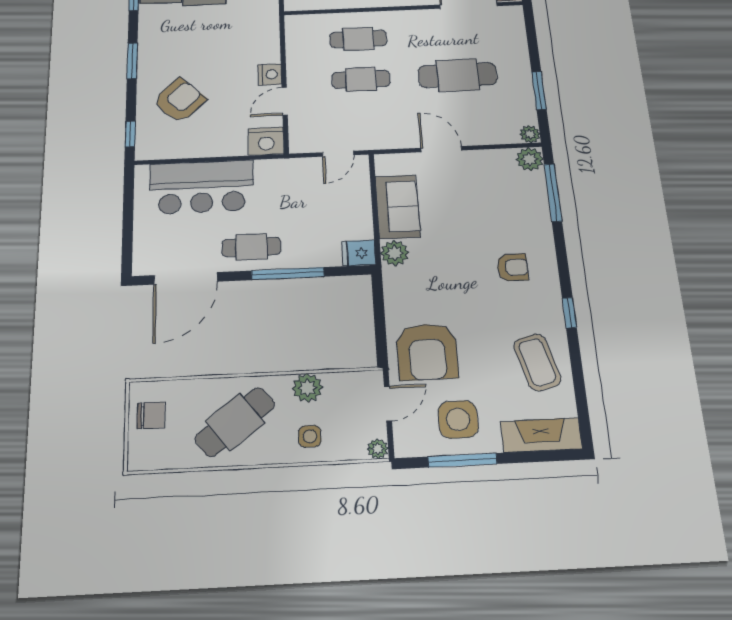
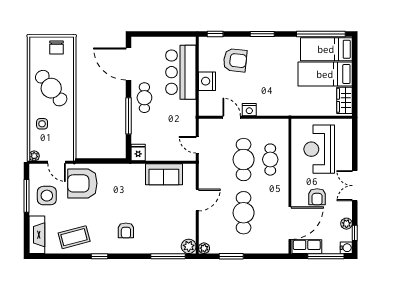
cafe table: (361, 79) -> (244, 160), width x1.37, depth x1.35
armchair: (180, 100) -> (235, 60), turned -39
nightstand: (266, 141) -> (207, 81), moved
plant: (395, 253) -> (137, 171), removed
plant: (307, 388) -> (67, 124), removed

